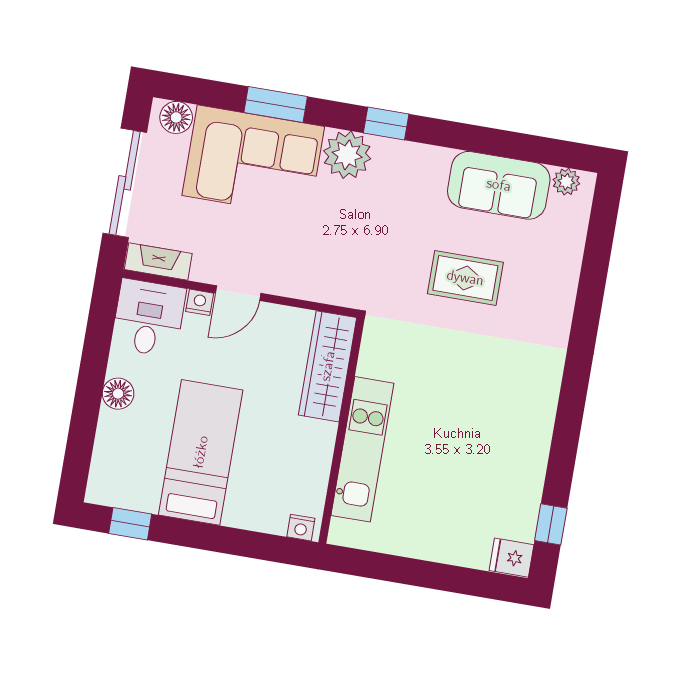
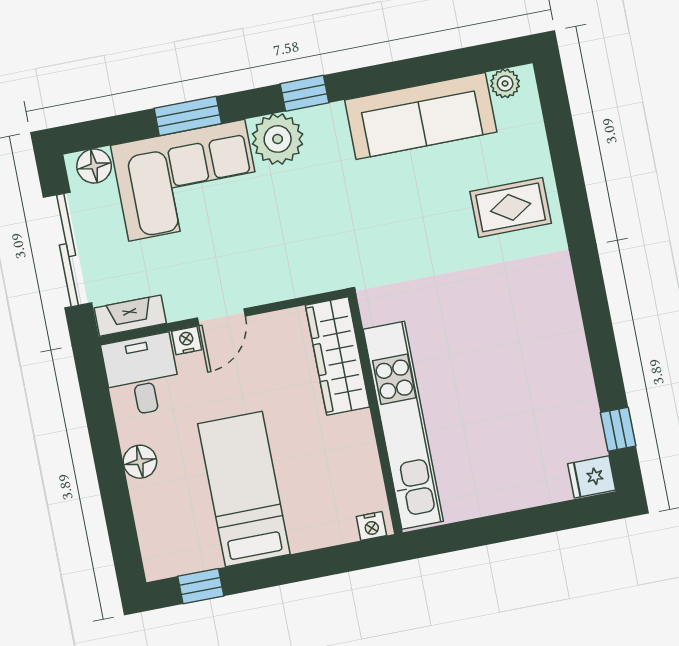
sofa: (499, 185) -> (421, 116), width x1.36
rug: (465, 278) -> (511, 207), moved
kitchen unit: (362, 449) -> (403, 425), width x1.36

